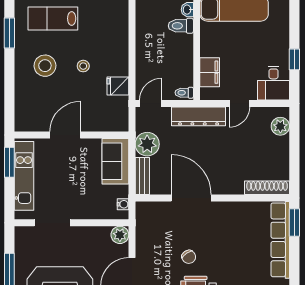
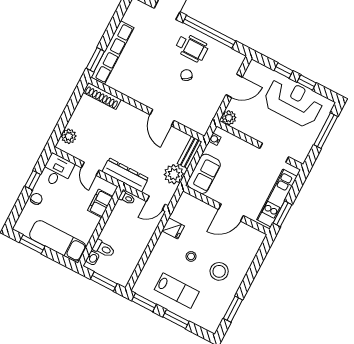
lab bench: (53, 18) -> (177, 291), moved
chair: (280, 41) -> (36, 199), added
door: (239, 103) -> (90, 169), swing flipped
door: (191, 198) -> (162, 118), width x0.73

